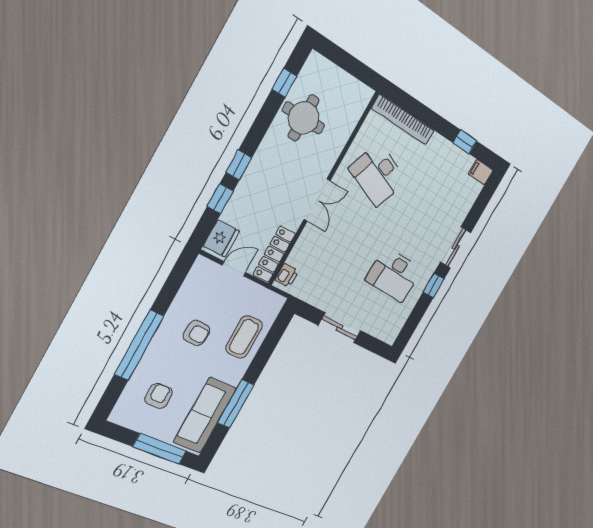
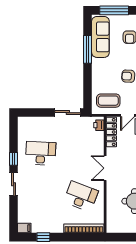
sliding door: (340, 328) -> (68, 113), moved
coffee table: (244, 337) -> (108, 101), moved, turned 90

